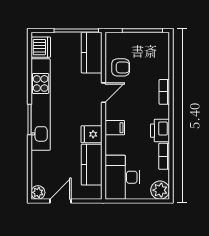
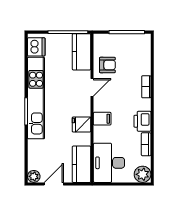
kitchen counter: (92, 165) -> (81, 164), moved

